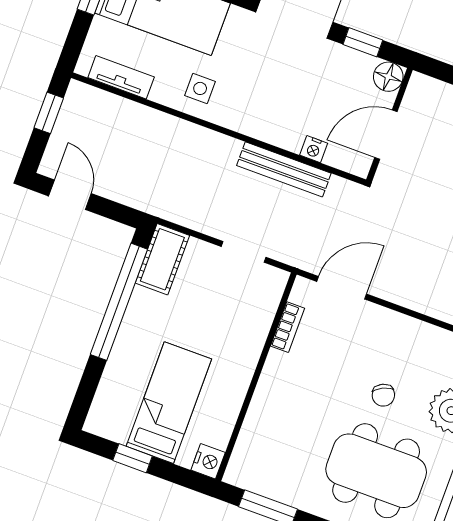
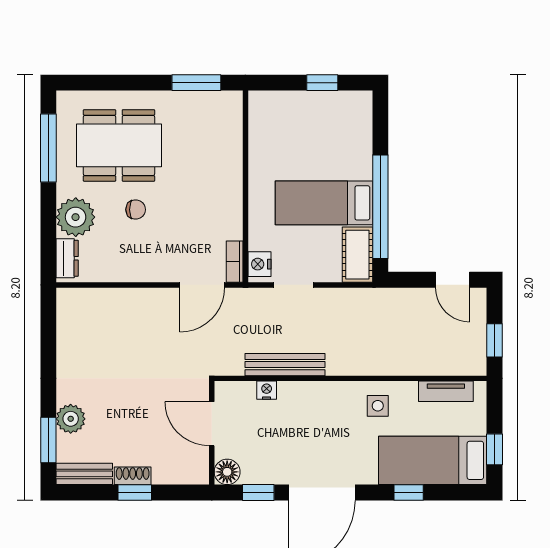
door: (386, 135) -> (212, 424), swing flipped
bookcase: (288, 327) -> (235, 262), moved
chair: (383, 395) -> (136, 210), turned 116
bed: (169, 403) -> (324, 203), moved, turned 90
nightstand: (208, 461) -> (259, 264), moved

